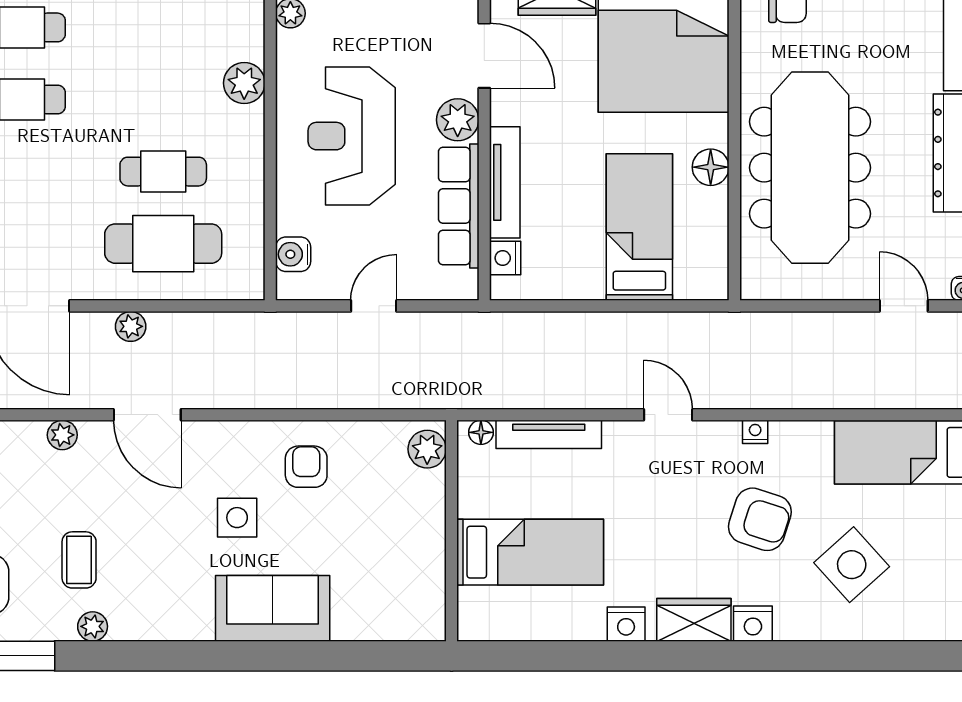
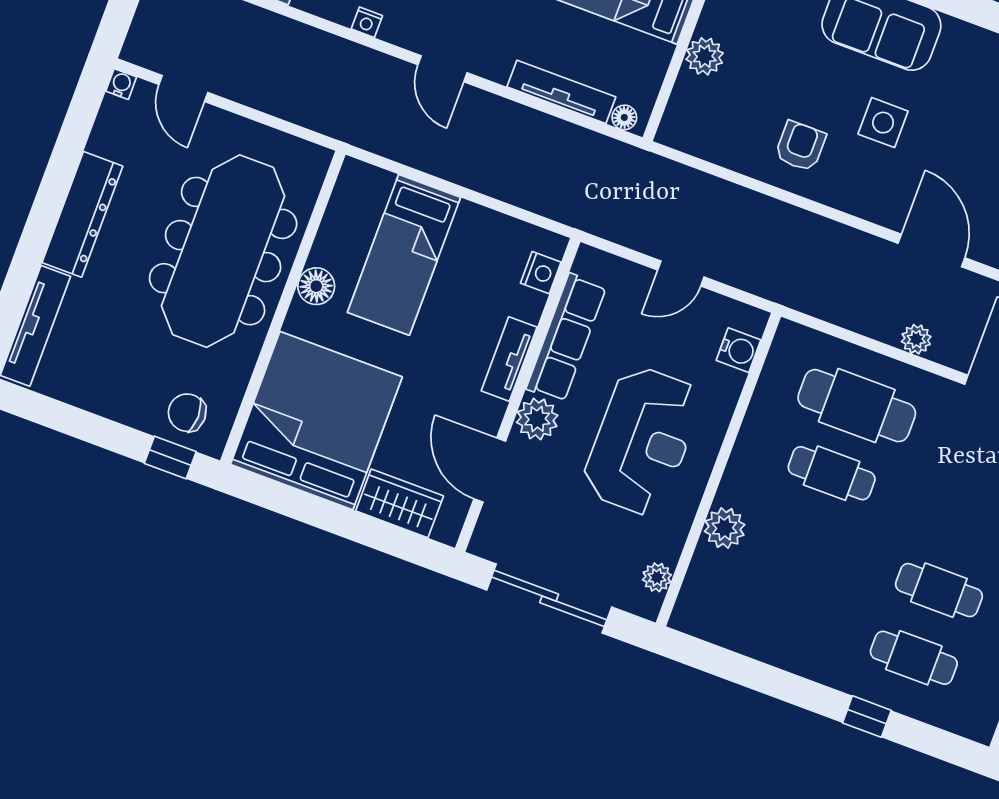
tv unit: (505, 182) -> (509, 359), width x0.71
plant: (427, 449) -> (705, 56), moved
armchair: (306, 467) -> (800, 146), turned 180

